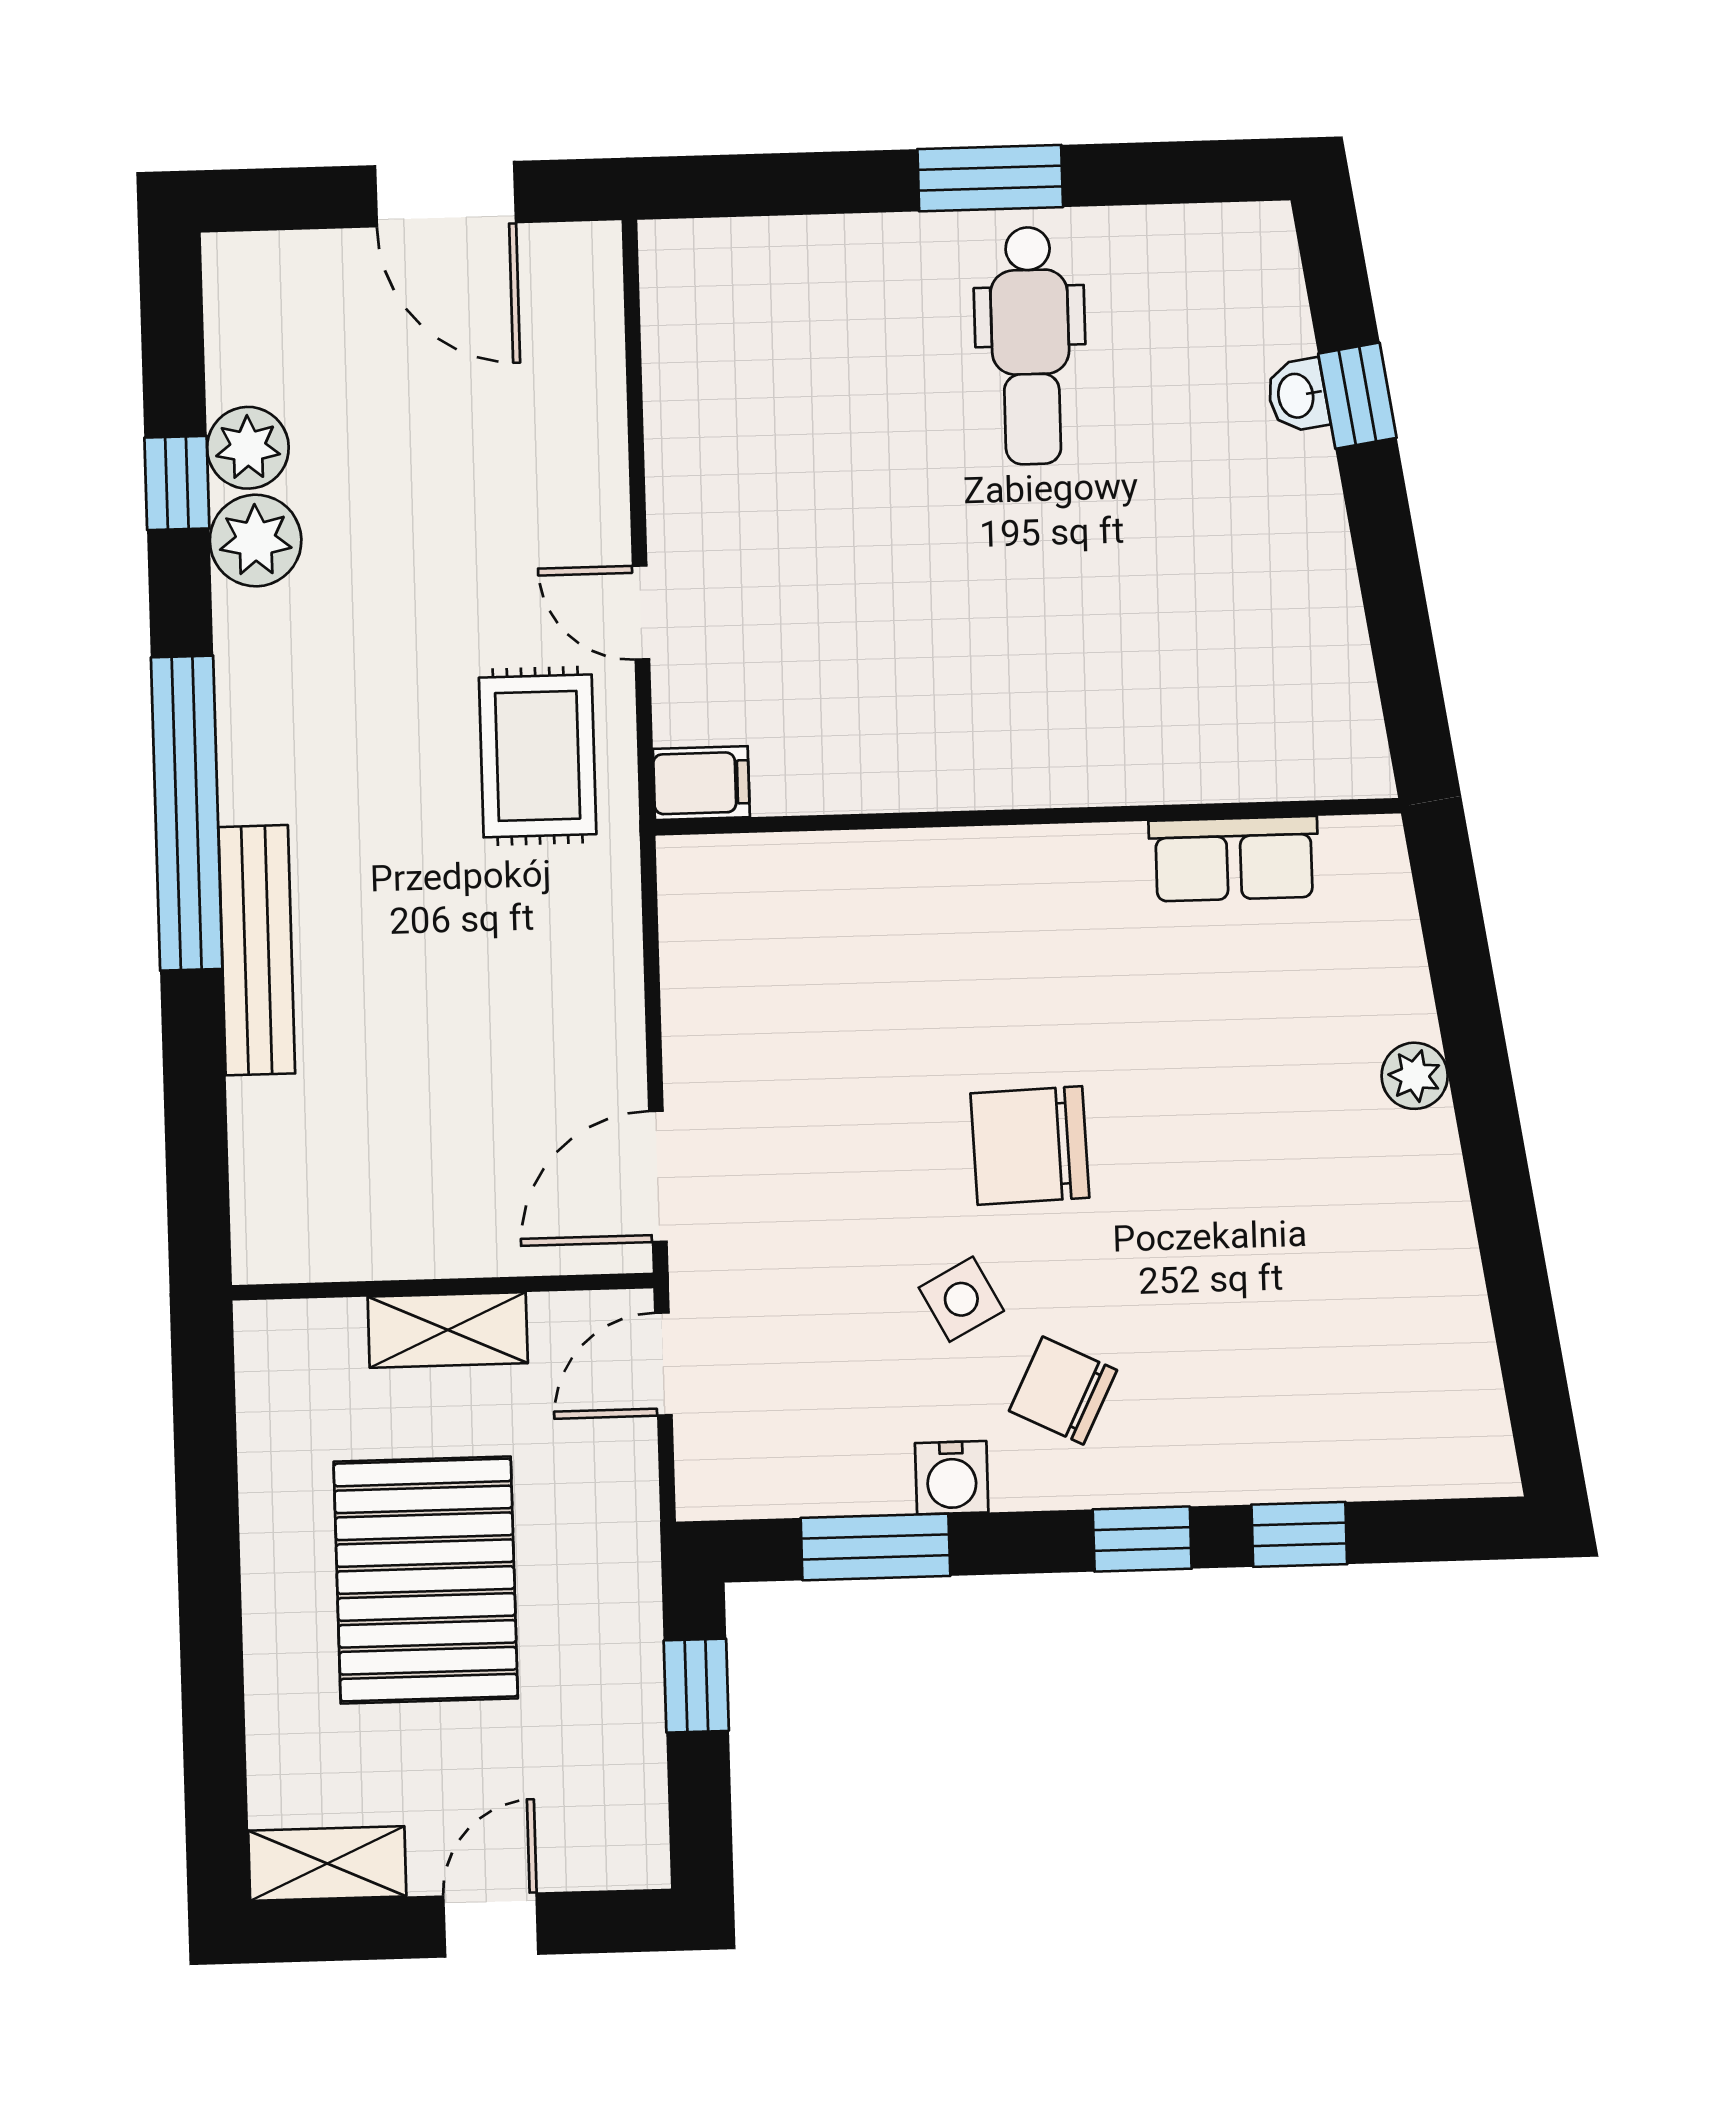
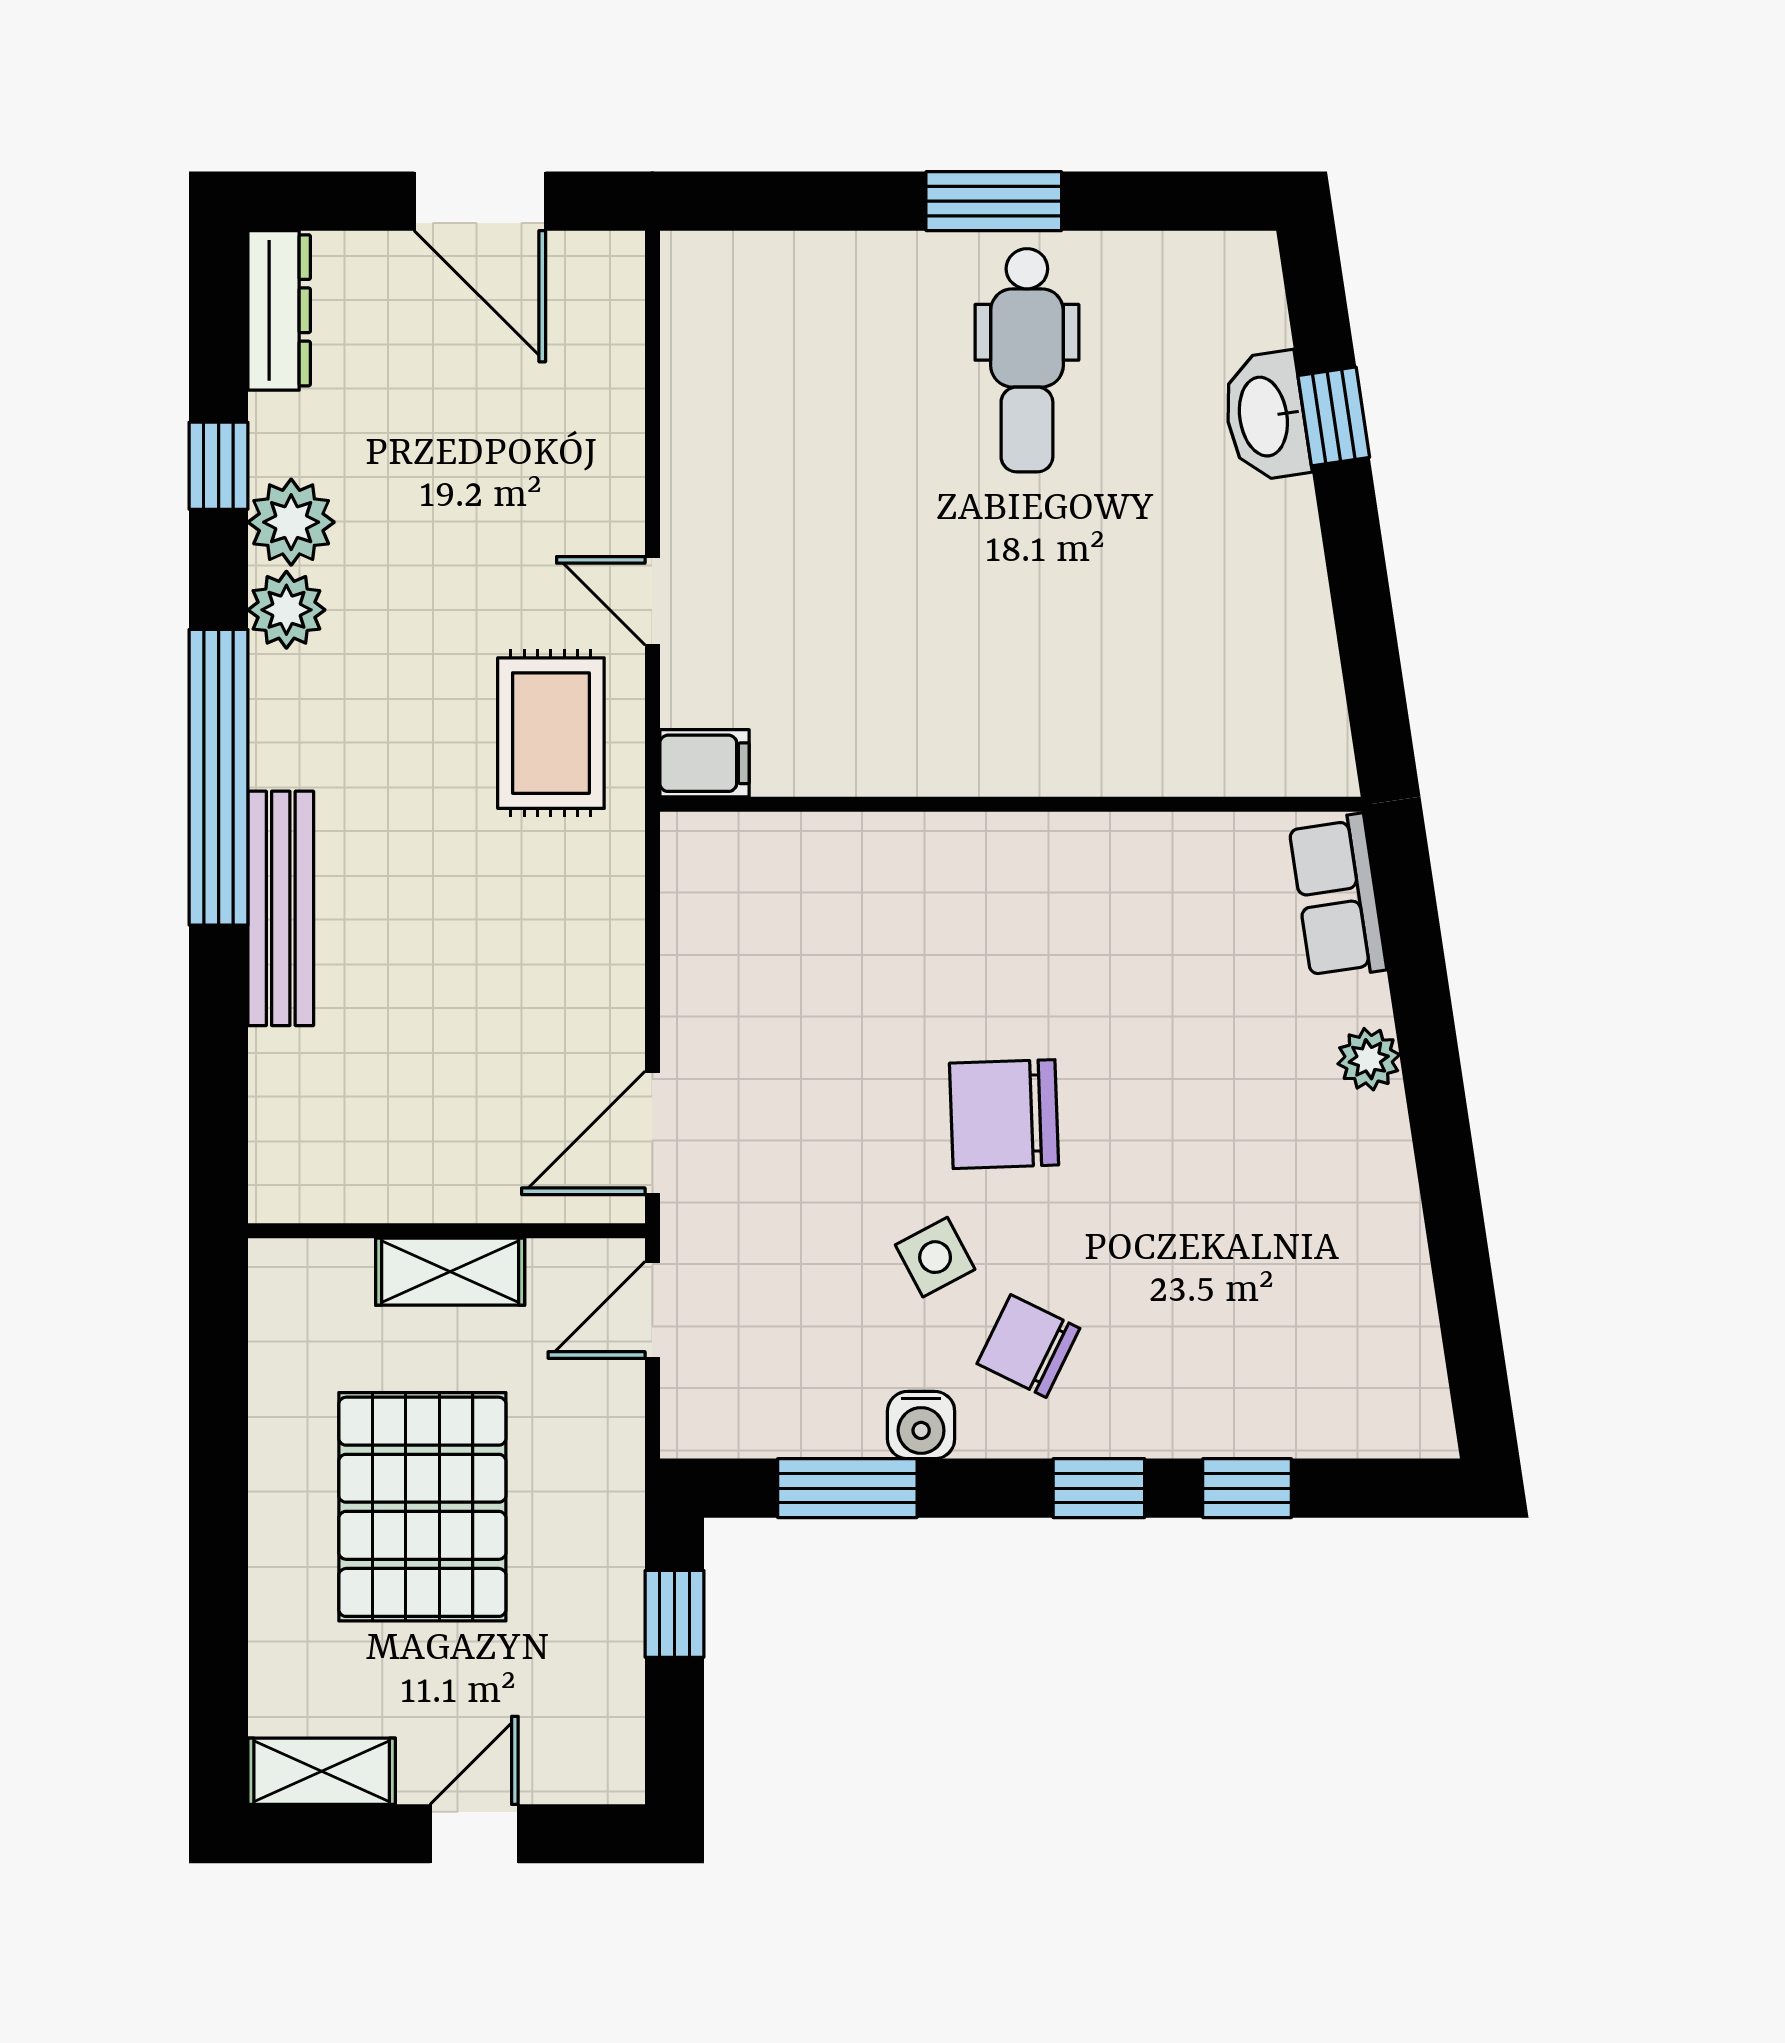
dresser: (236, 316) -> (279, 310), added
washbasin: (1297, 395) -> (1266, 416), width x1.91, depth x1.45
plant: (248, 448) -> (286, 610), moved
row of seats: (1234, 859) -> (1337, 897), moved, turned 81

